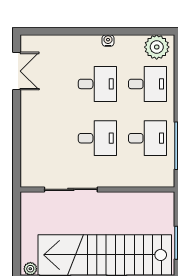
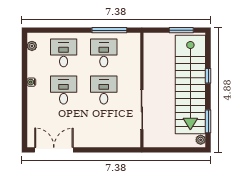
plant: (157, 47) -> (32, 46), width x0.53, depth x0.53
double door: (17, 71) -> (54, 150), width x1.37

